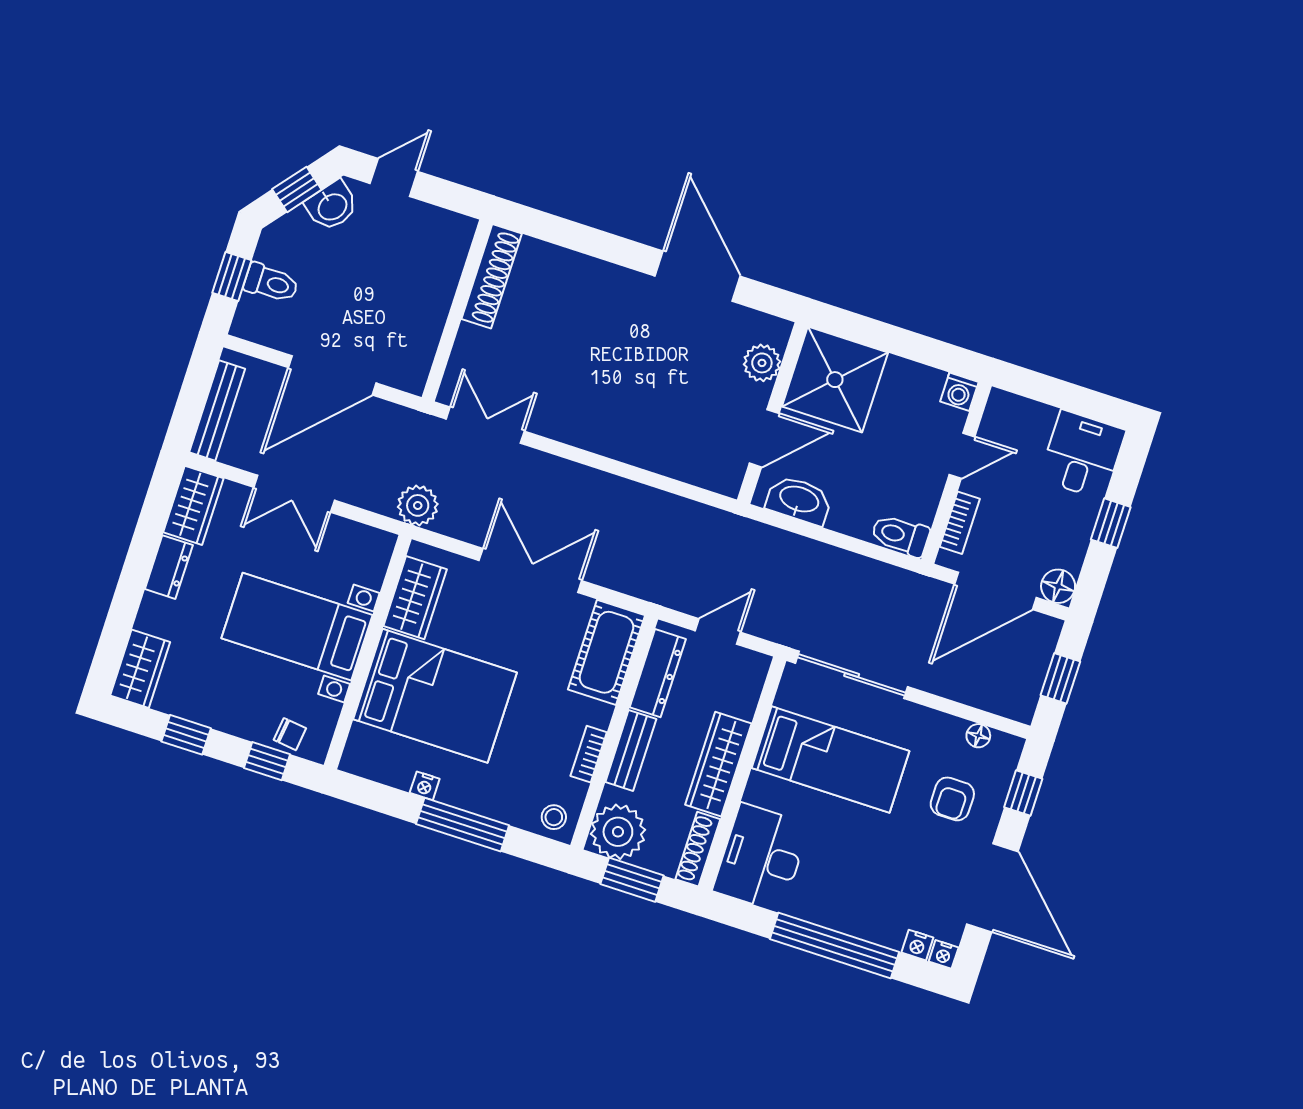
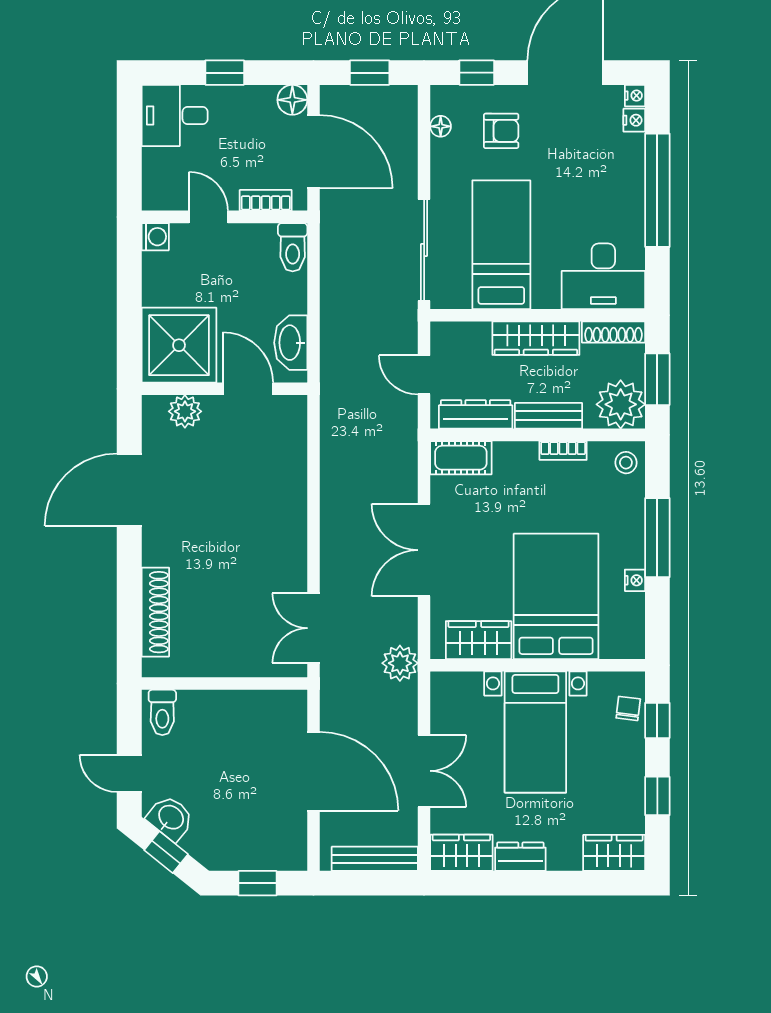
shoe rack: (492, 276) -> (155, 612), moved, turned 90
toilet: (271, 283) -> (162, 712), moved, turned 180
cot: (606, 652) -> (461, 458), width x0.73, depth x0.75

